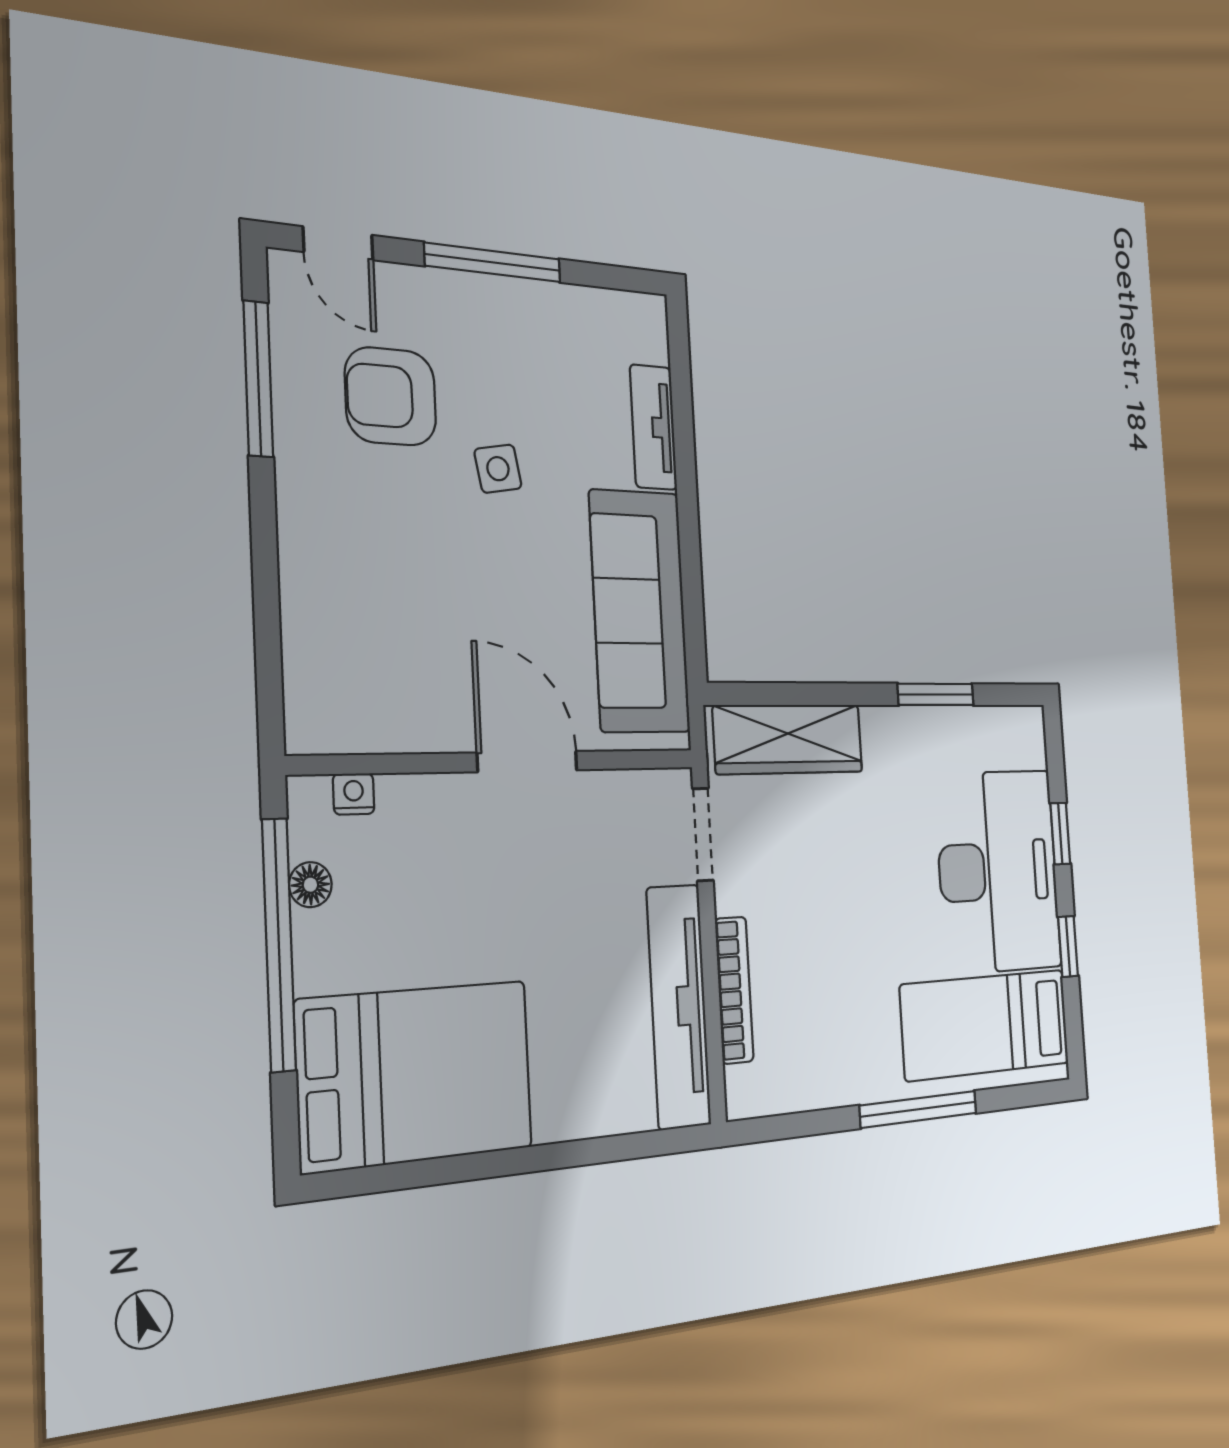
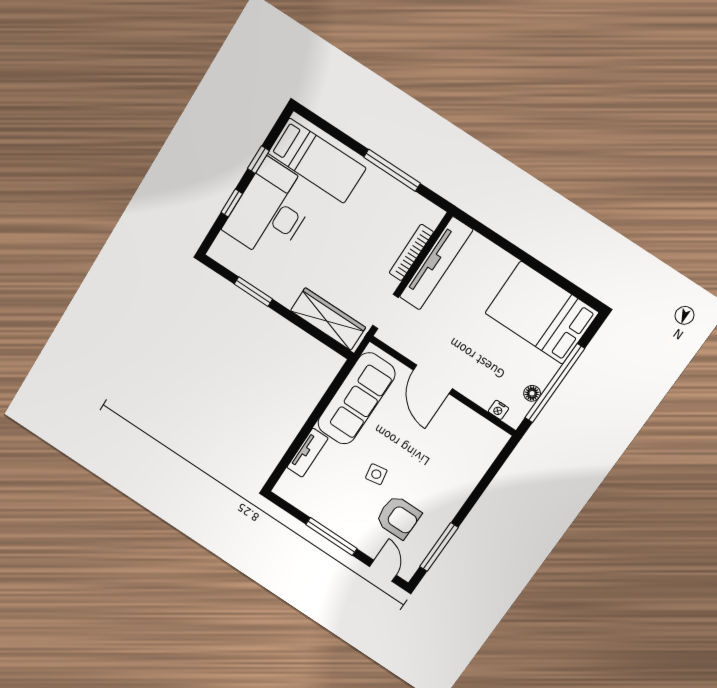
window: (919, 1109) -> (392, 170), moved

